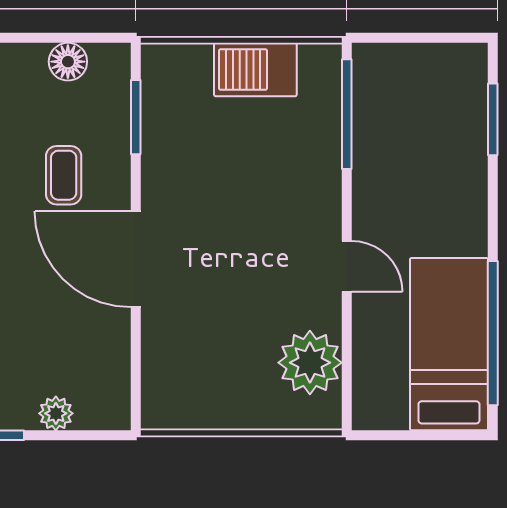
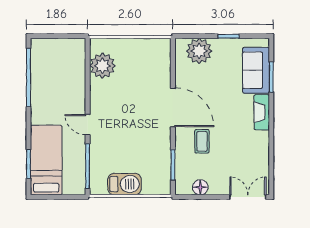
door: (347, 266) -> (88, 125), moved
bed: (449, 344) -> (46, 160), moved, turned 180
plant: (56, 413) -> (199, 51), width x1.88, depth x1.88

